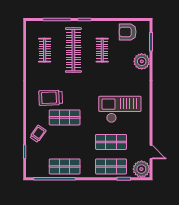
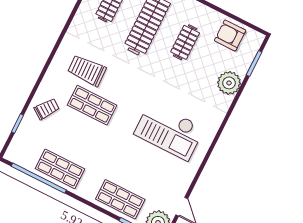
checkout: (120, 109) -> (169, 131), turned 180
shop shelf: (111, 142) -> (136, 167), removed

